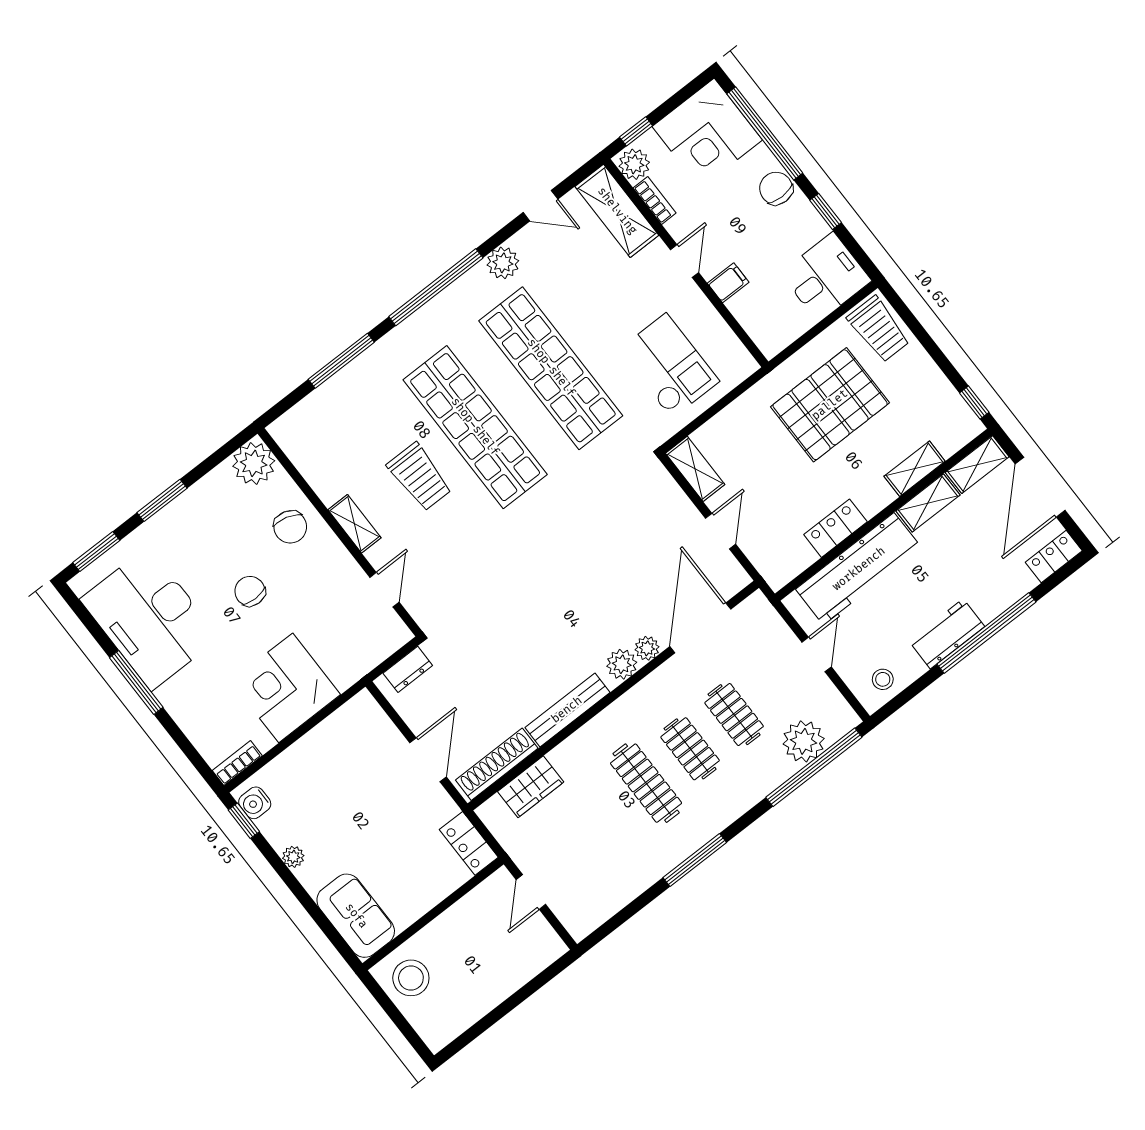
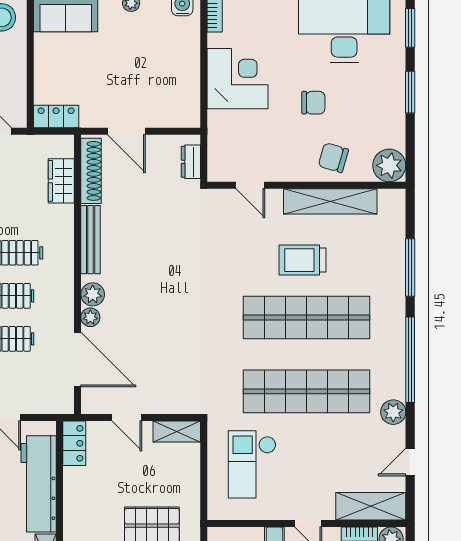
checkout: (669, 366) -> (252, 464), turned 90
shelving: (354, 524) -> (330, 201), width x2.20, depth x1.33
locker: (835, 528) -> (74, 443), moved

